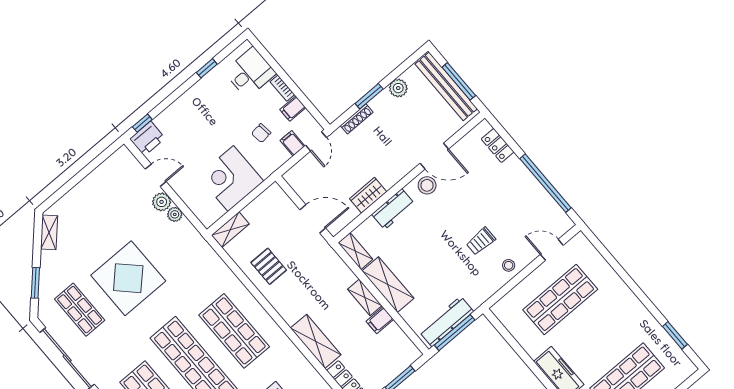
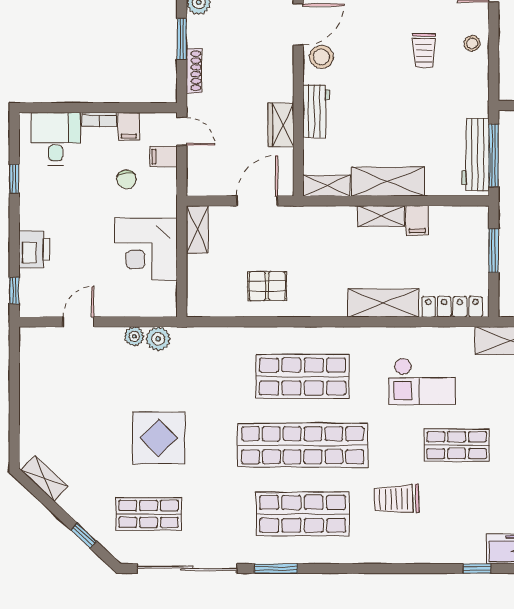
printer: (147, 139) -> (34, 249), moved
plant: (162, 202) -> (158, 339), moved
shelving: (230, 230) -> (197, 229), moved
display table: (128, 278) -> (159, 438), width x0.73, depth x0.73
window: (35, 283) -> (84, 536), width x0.67

